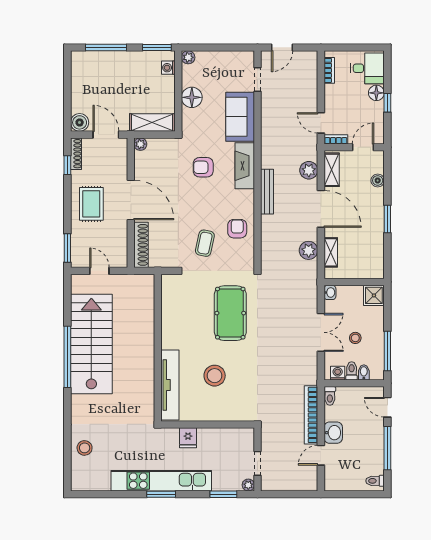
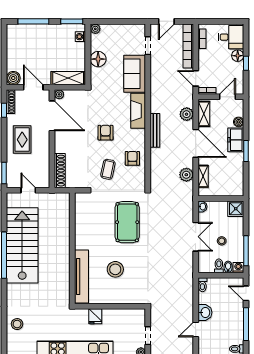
armchair: (203, 167) -> (105, 133), moved, turned 90
door: (131, 200) -> (52, 116), moved
freezer: (374, 204) -> (236, 140), added
washing machine: (338, 373) -> (238, 268), moved
bookcase: (311, 415) -> (188, 46), moved

